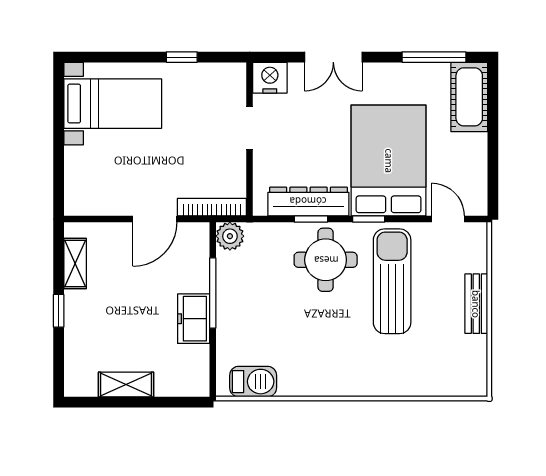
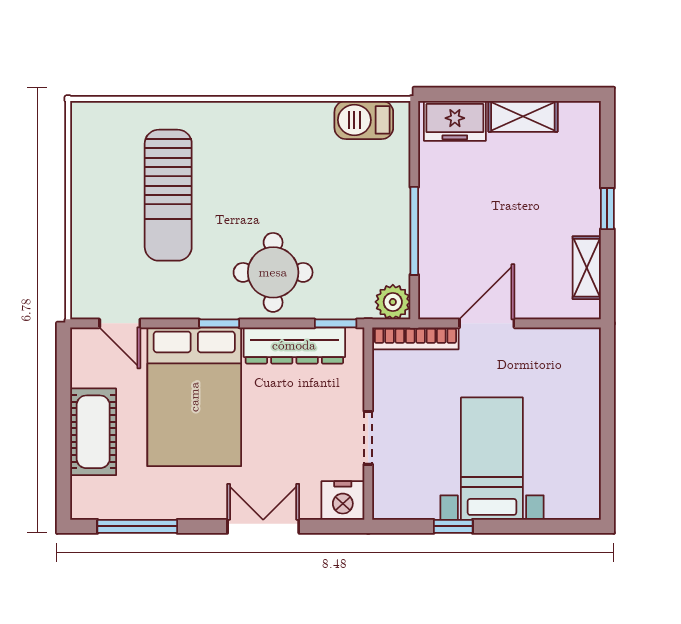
cot: (469, 97) -> (93, 432), moved
bed with nightstands: (113, 104) -> (492, 459), moved, turned 90
window: (311, 219) -> (336, 323), moved
sun lounger: (392, 281) -> (168, 195), moved
bench: (476, 304) -> (84, 217), removed
freezer: (194, 319) -> (455, 121), moved, turned 90

